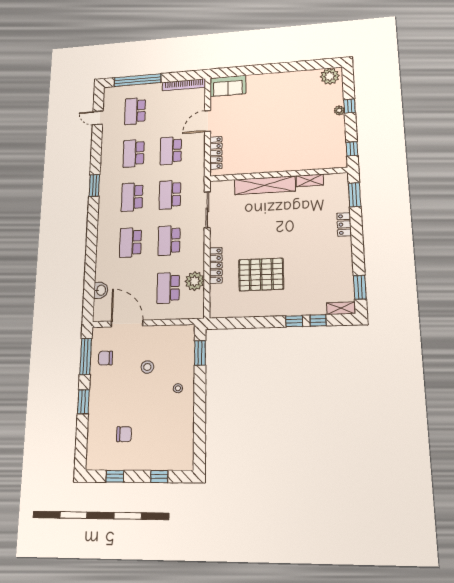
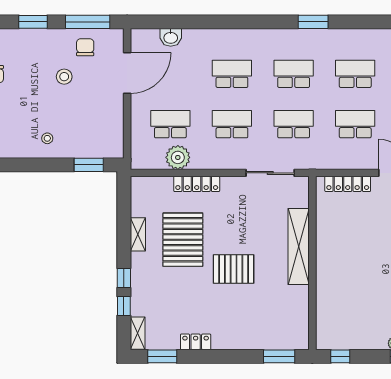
shelving: (310, 180) -> (138, 234), moved
locker: (344, 224) -> (196, 342), moved
pallet: (284, 233) -> (234, 269), added
stool: (147, 367) -> (64, 77), moved

